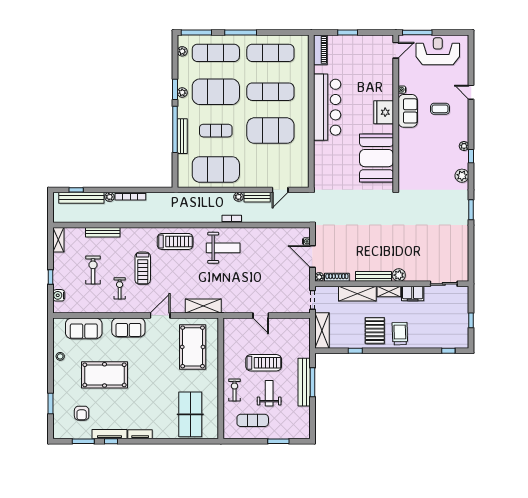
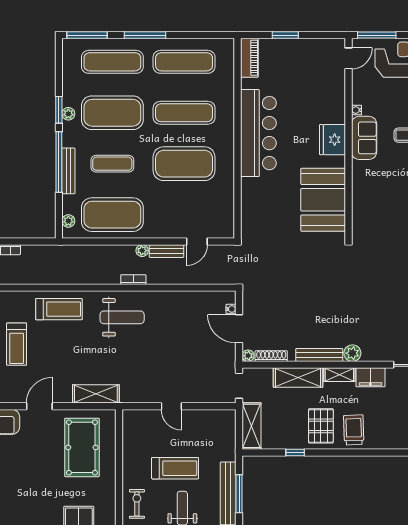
plant: (182, 51) -> (68, 221), moved

